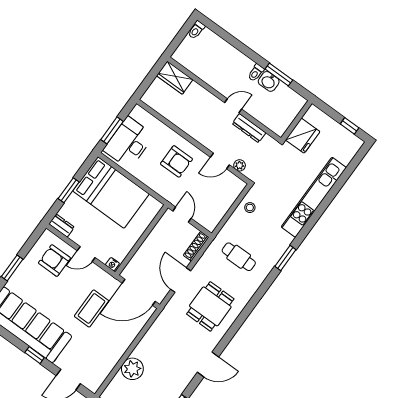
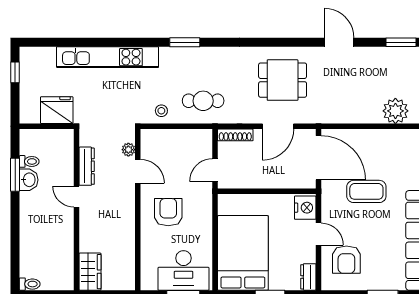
toilet: (256, 73) -> (29, 161), moved
cafe table: (239, 257) -> (203, 101), moved, turned 90
nightstand: (112, 264) -> (305, 208), width x1.89, depth x1.79

